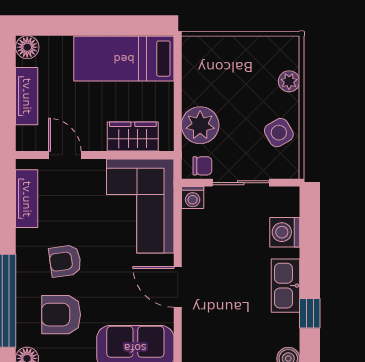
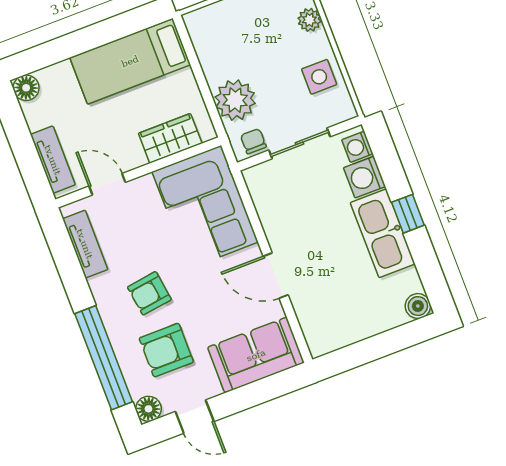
tv unit: (27, 96) -> (53, 160), moved
side table: (279, 133) -> (319, 77), turned 30
chair: (202, 166) -> (253, 141), turned -90
washing machine: (193, 198) -> (357, 147), moved, turned 90
kitchen sink: (285, 286) -> (383, 233), width x1.36, depth x1.24
window: (310, 313) -> (408, 214), moved

